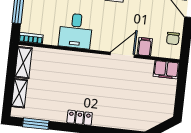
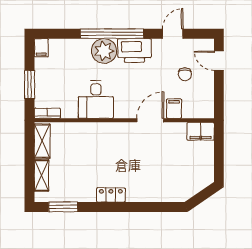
chair: (173, 38) -> (185, 74), moved

